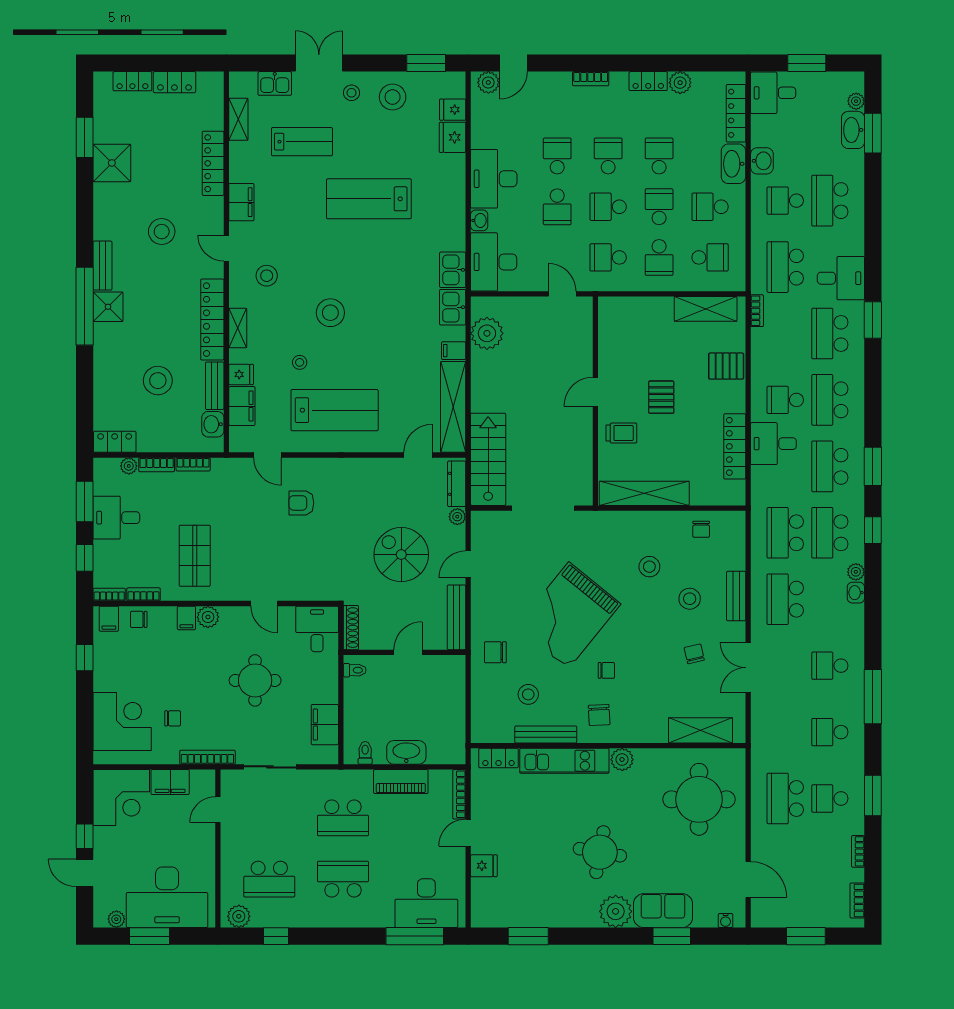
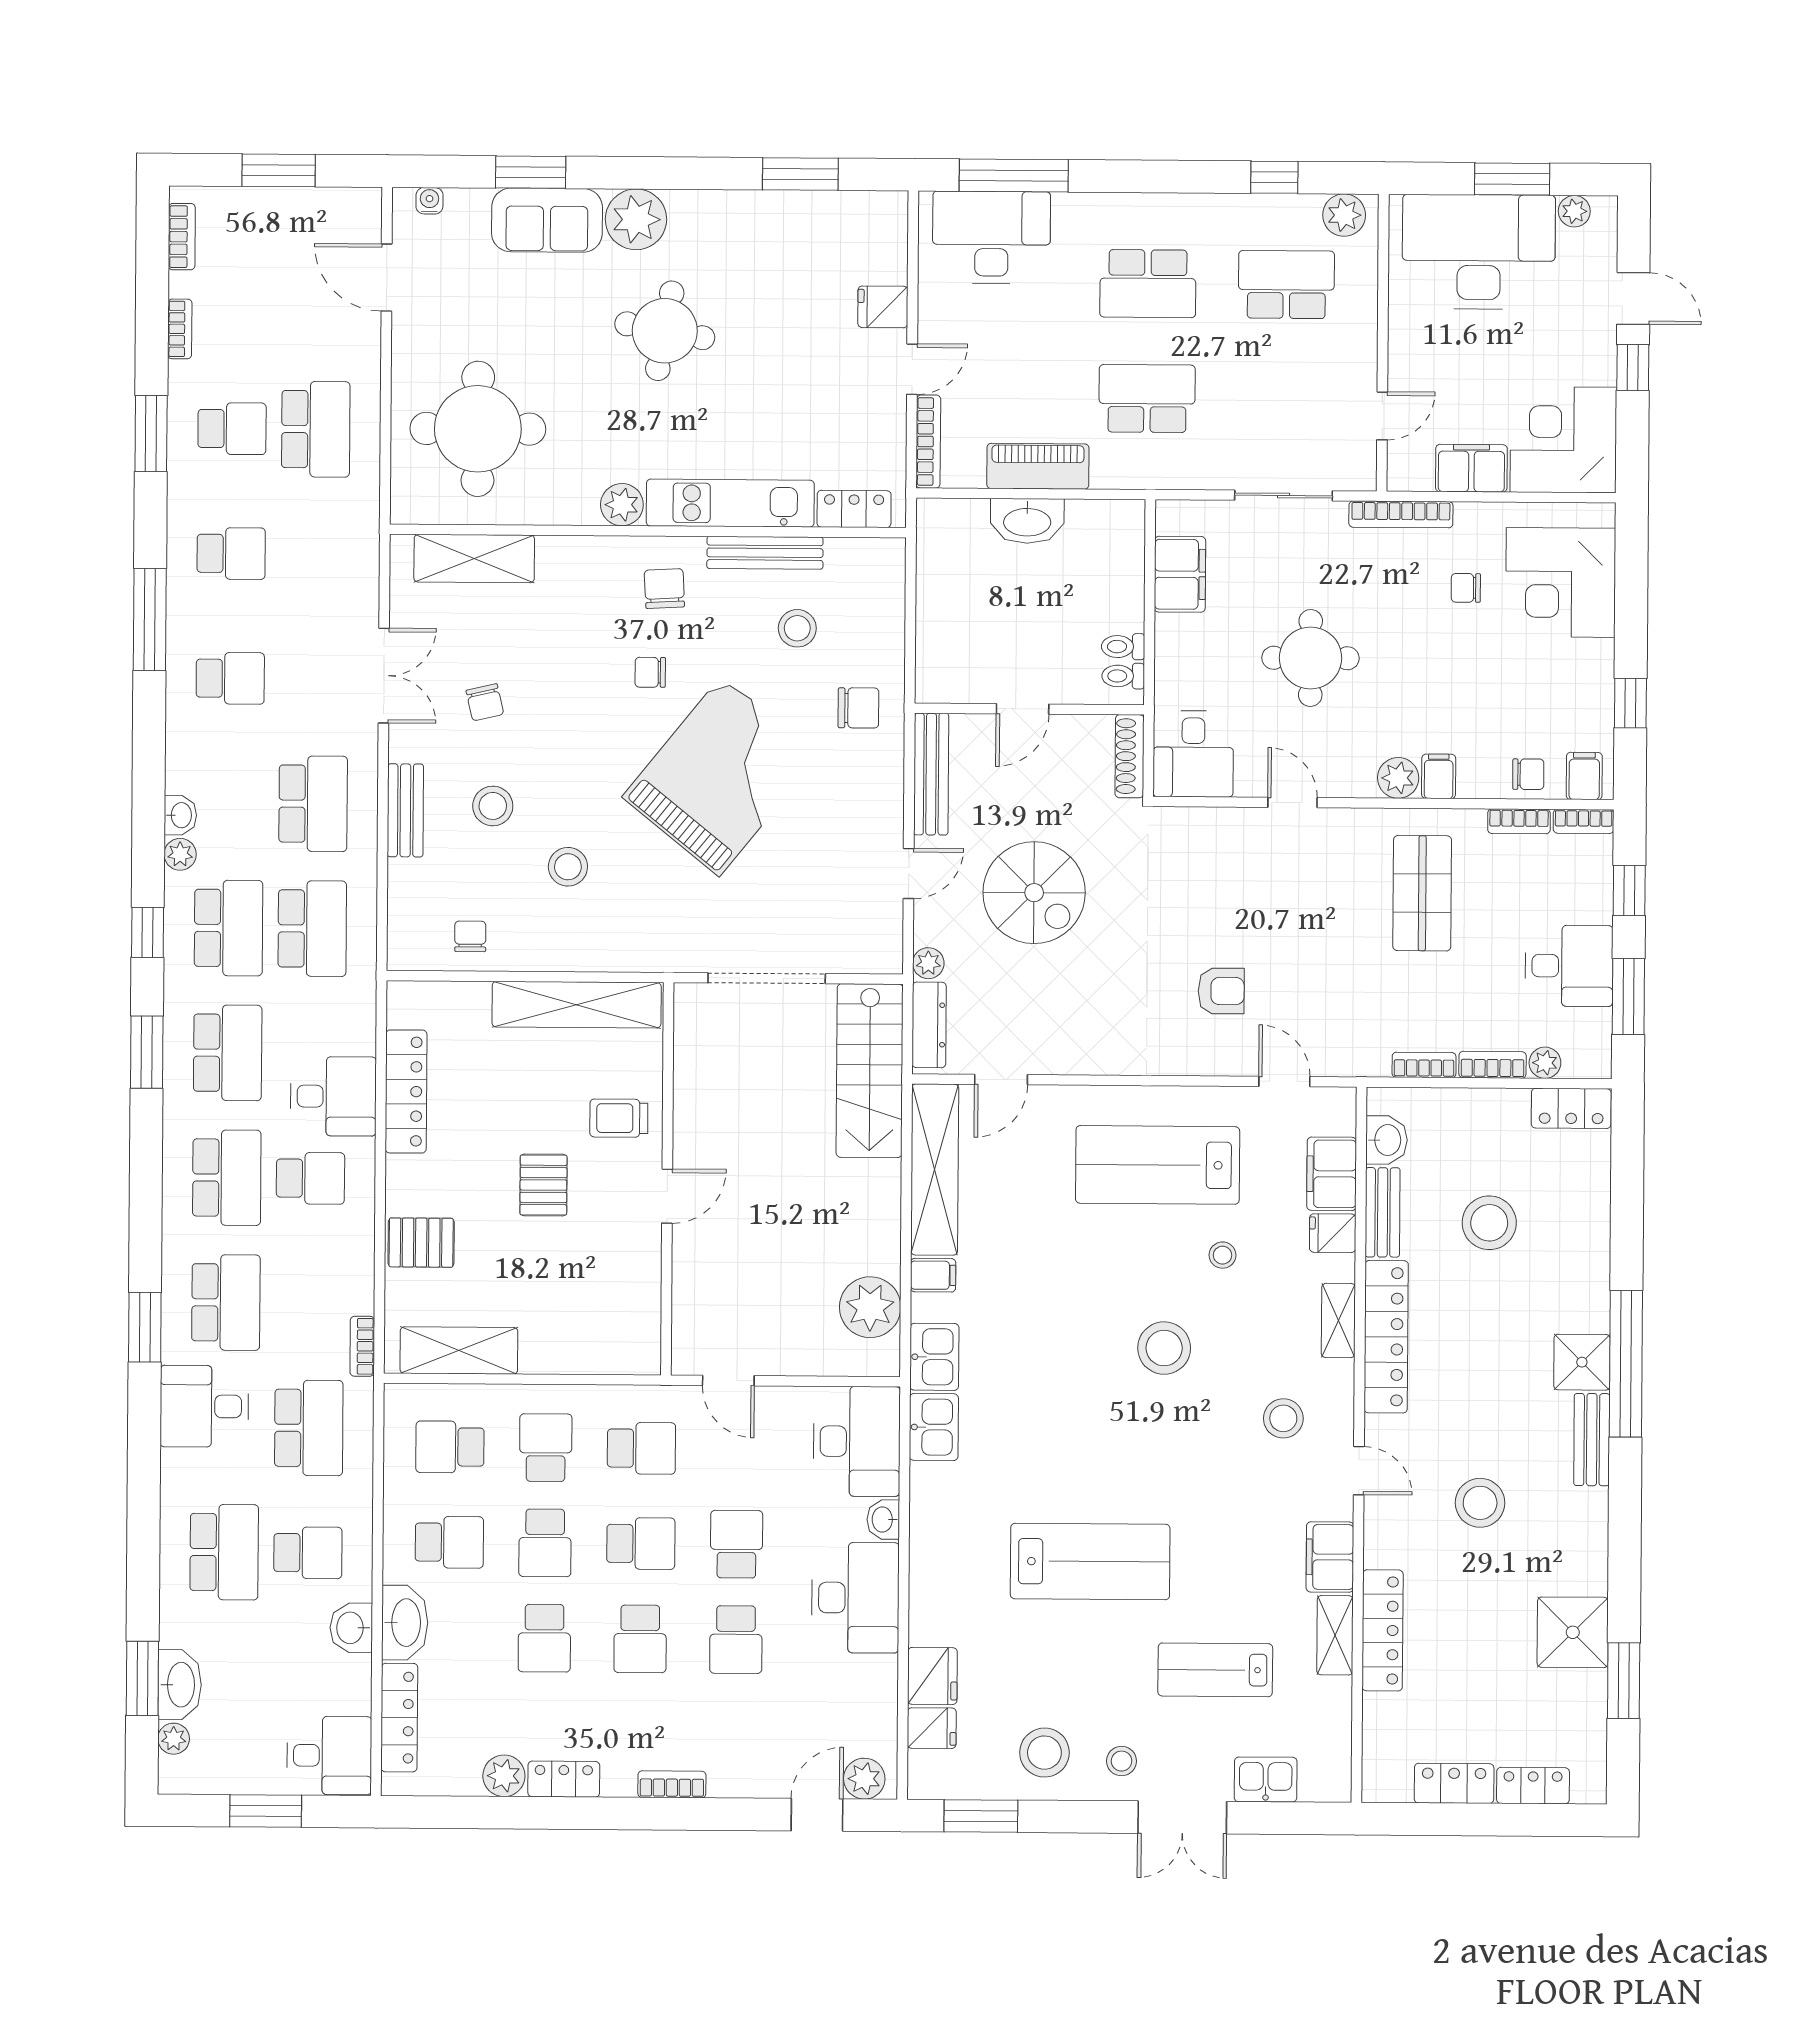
shelving: (238, 119) -> (1335, 1635), moved
toilet: (365, 753) -> (1123, 647), moved, turned 90

